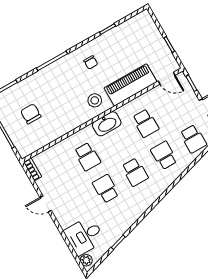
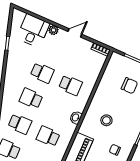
stool: (95, 100) -> (106, 120), moved
washbasin: (107, 124) -> (76, 118), width x0.52, depth x0.69
school desk: (87, 157) -> (70, 85), turned 180
plant: (86, 260) -> (53, 30), moved

